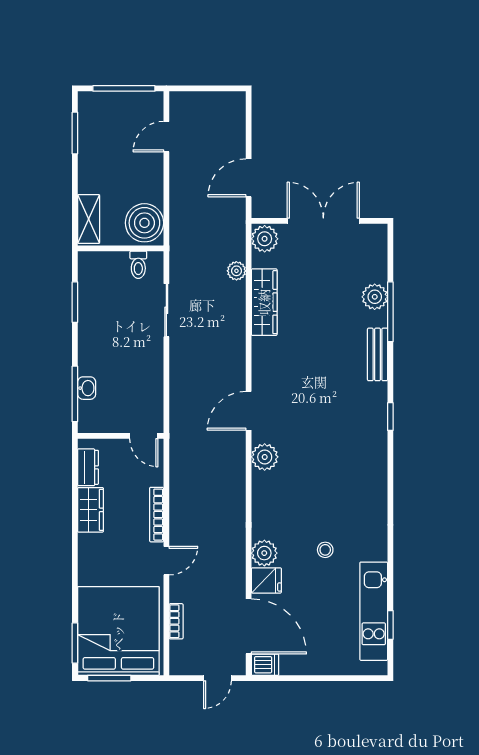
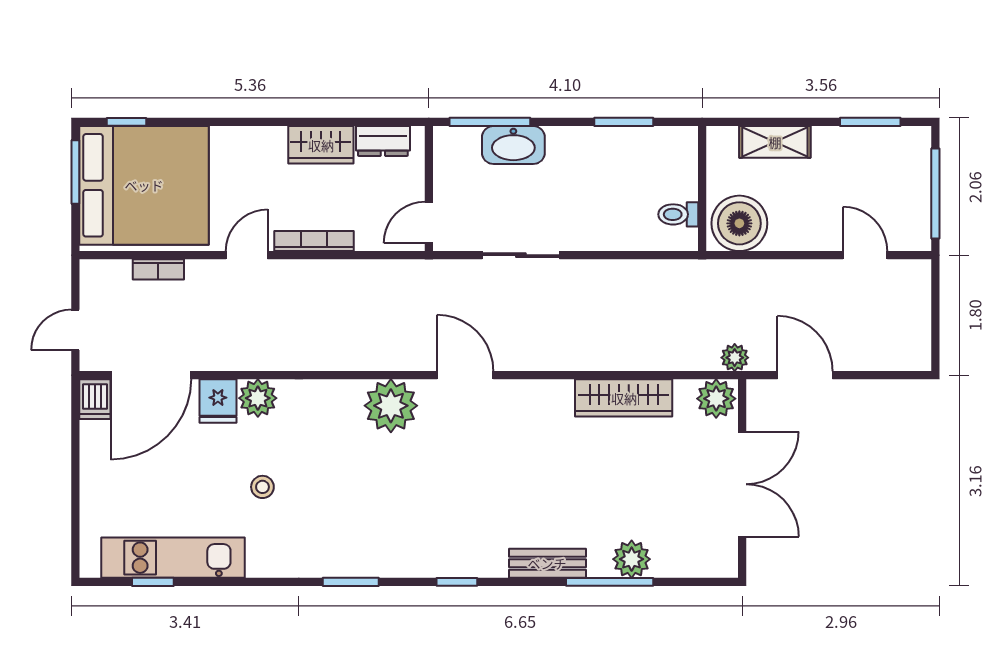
shelving: (89, 219) -> (775, 142), moved
plant: (236, 271) -> (735, 358), moved
sliding door: (166, 310) -> (521, 255), moved
washbasin: (87, 388) -> (513, 145), width x1.91, depth x1.45
plant: (265, 457) -> (391, 406), width x1.36, depth x1.36
window: (390, 489) -> (351, 582), added
door: (166, 561) -> (247, 255), swing flipped
window: (75, 643) -> (127, 122), width x0.67
door: (217, 678) -> (75, 330), hinge flipped

